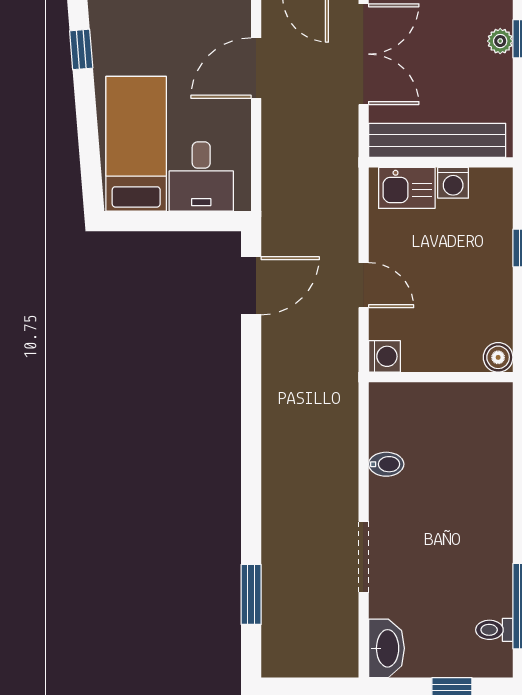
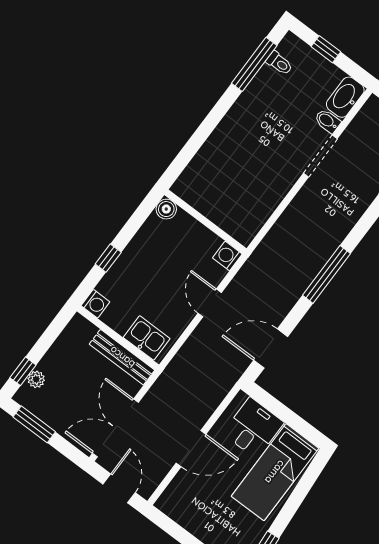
door: (256, 68) -> (191, 449), moved
bench: (437, 140) -> (122, 357), width x0.73, depth x0.82
washing machine: (453, 183) -> (95, 304), moved, turned 90
window: (251, 423) -> (326, 274), added
bidet: (386, 464) -> (328, 121), moved

